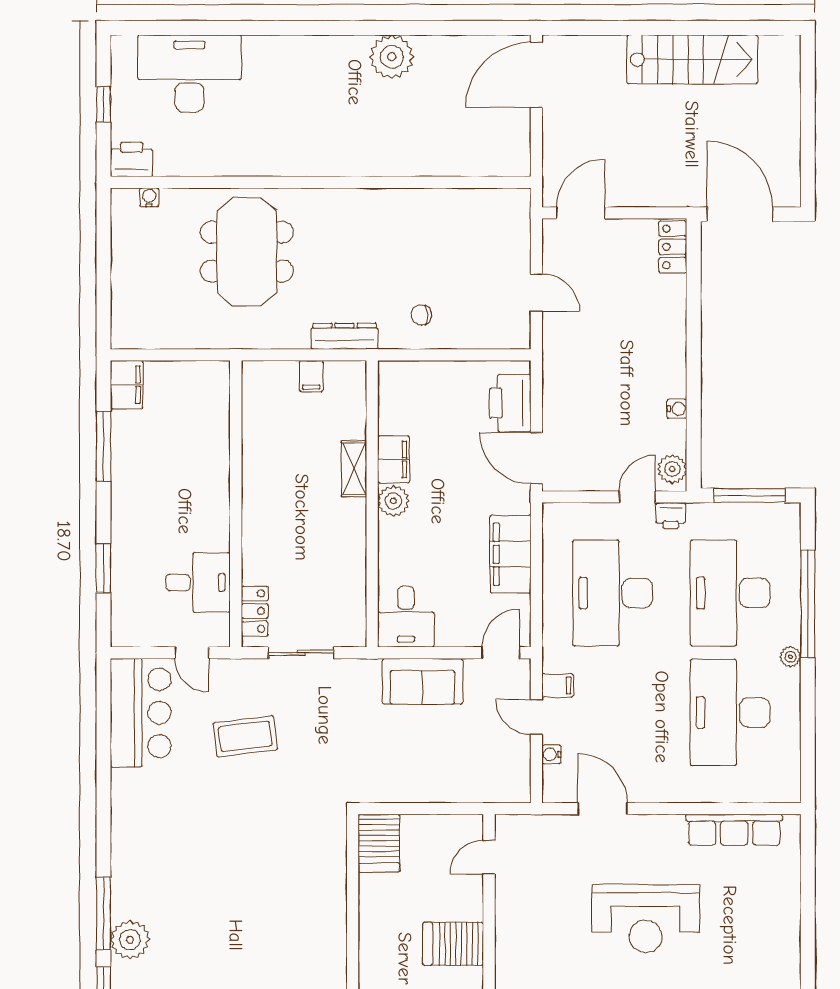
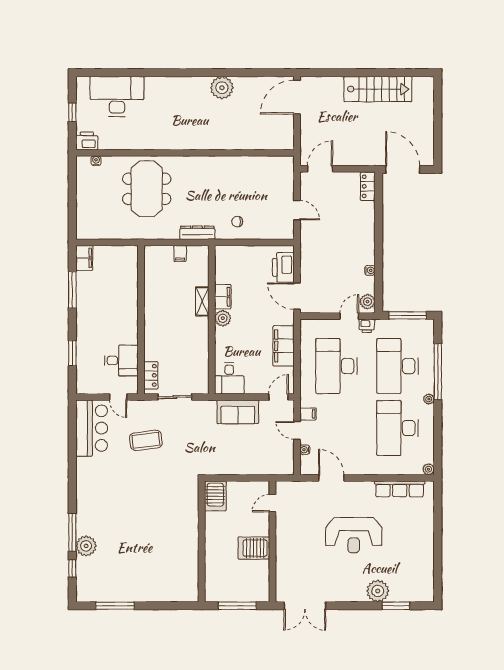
plant: (790, 792) -> (428, 469), added

